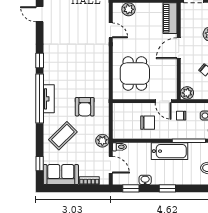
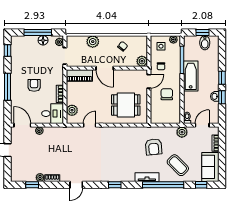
window: (40, 99) -> (163, 185), moved
armchair: (85, 107) -> (154, 147), turned 85
window: (131, 188) -> (222, 97), moved

